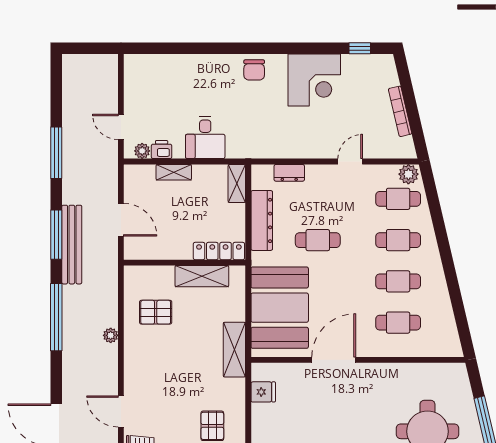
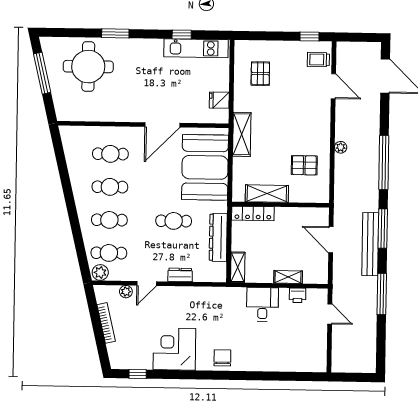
plant: (142, 151) -> (126, 292), moved
dresser: (289, 173) -> (180, 275), moved
bench: (72, 245) -> (370, 244), moved

